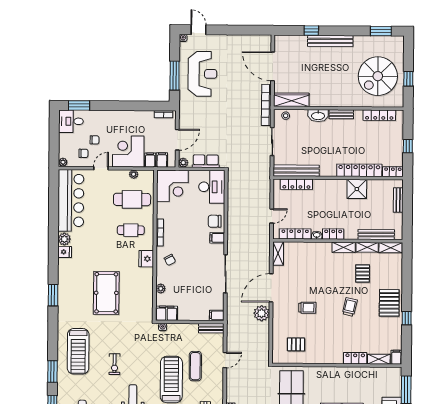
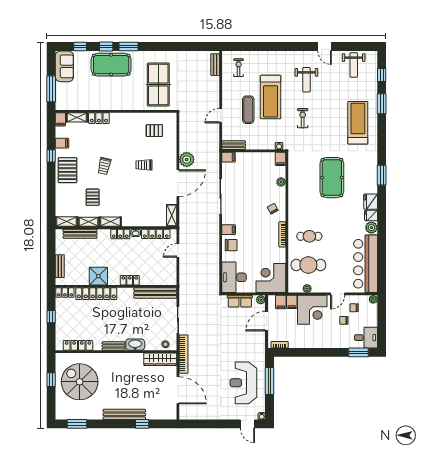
spiral stairs: (378, 76) -> (80, 382), turned -90
locker: (296, 184) -> (130, 280), moved, width x0.66
fridge: (146, 259) -> (371, 202), moved, turned 180
filing cabinet: (167, 313) -> (280, 159), width x0.50
filing cabinet: (395, 332) -> (62, 143), added
exercise bike: (115, 364) -> (303, 118), moved

